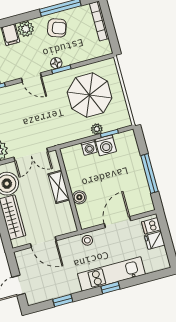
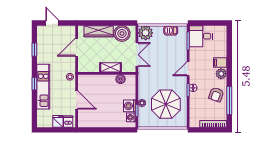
washing machine: (89, 148) -> (131, 117), moved
double door: (31, 155) -> (137, 55), swing flipped
window: (149, 174) -> (103, 130), removed
boiler: (79, 197) -> (121, 79), moved

